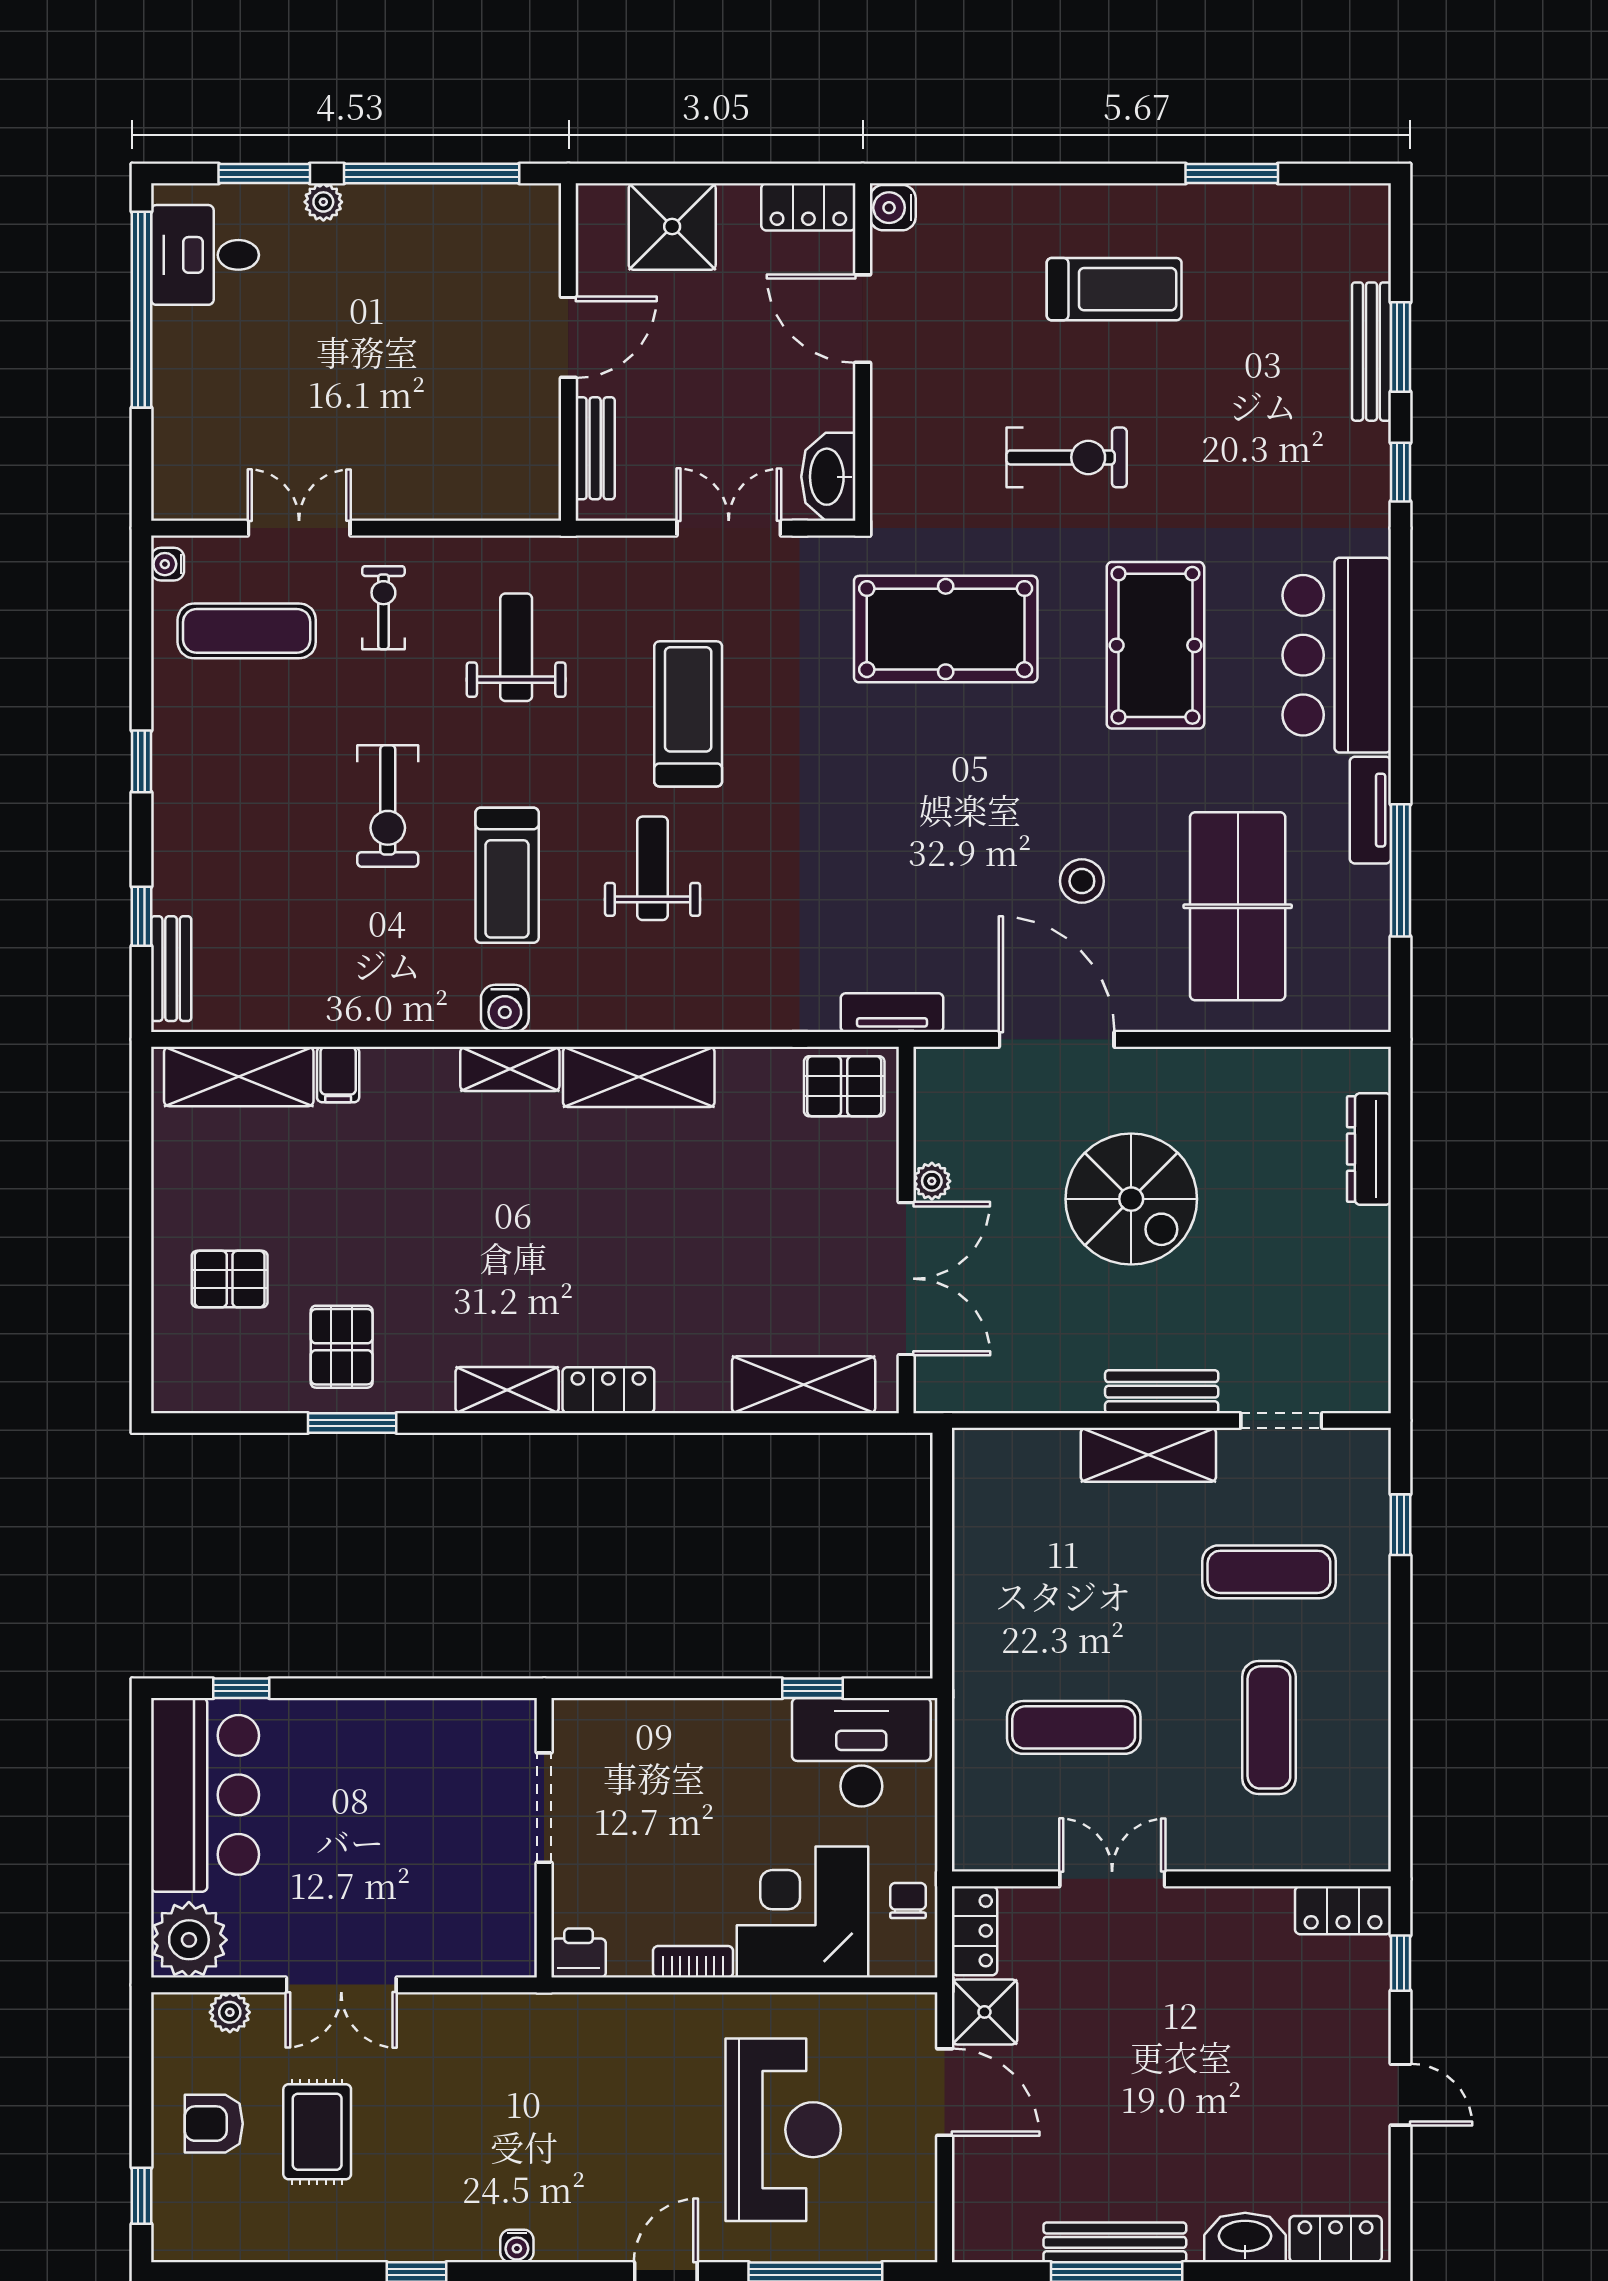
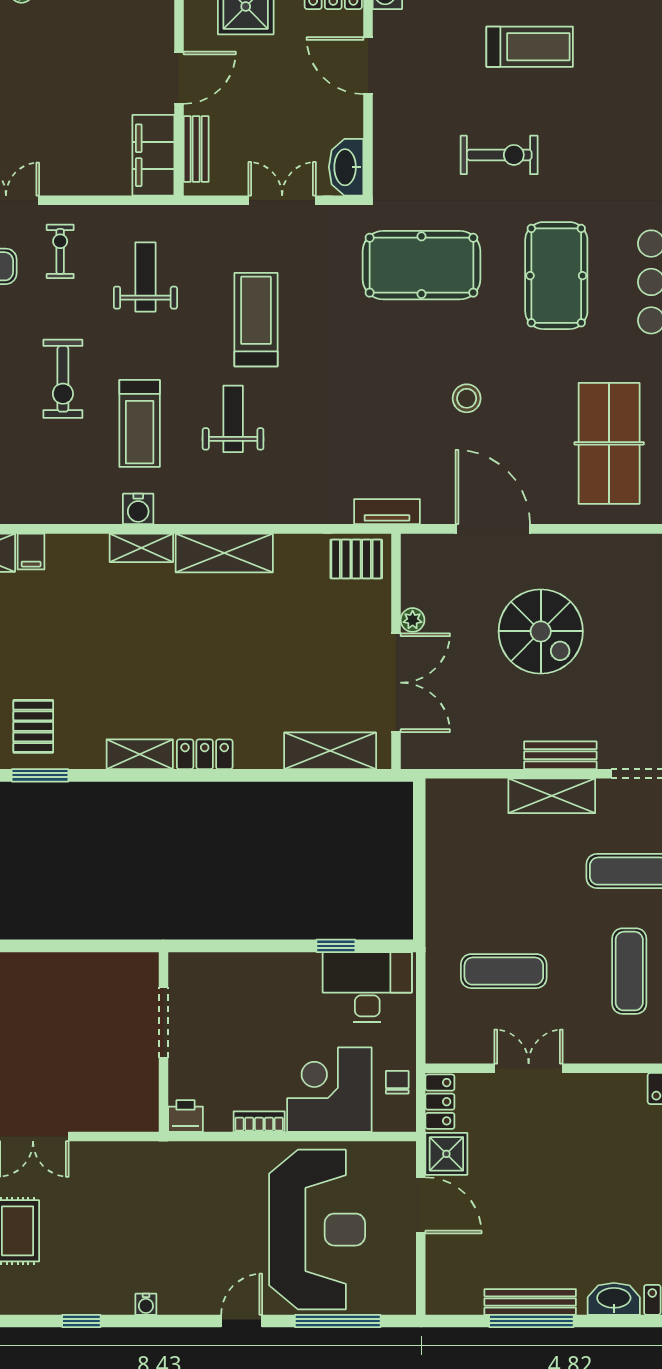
filing cabinet: (528, 458) -> (153, 155), added
stool: (1082, 881) -> (467, 398), moved
reception desk: (783, 2130) -> (317, 1230), width x1.36, depth x1.30

